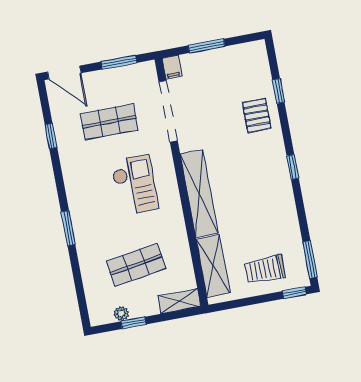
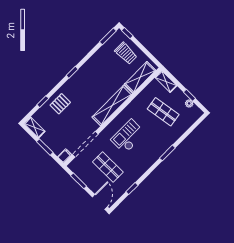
shelving: (247, 51) -> (35, 127), added

